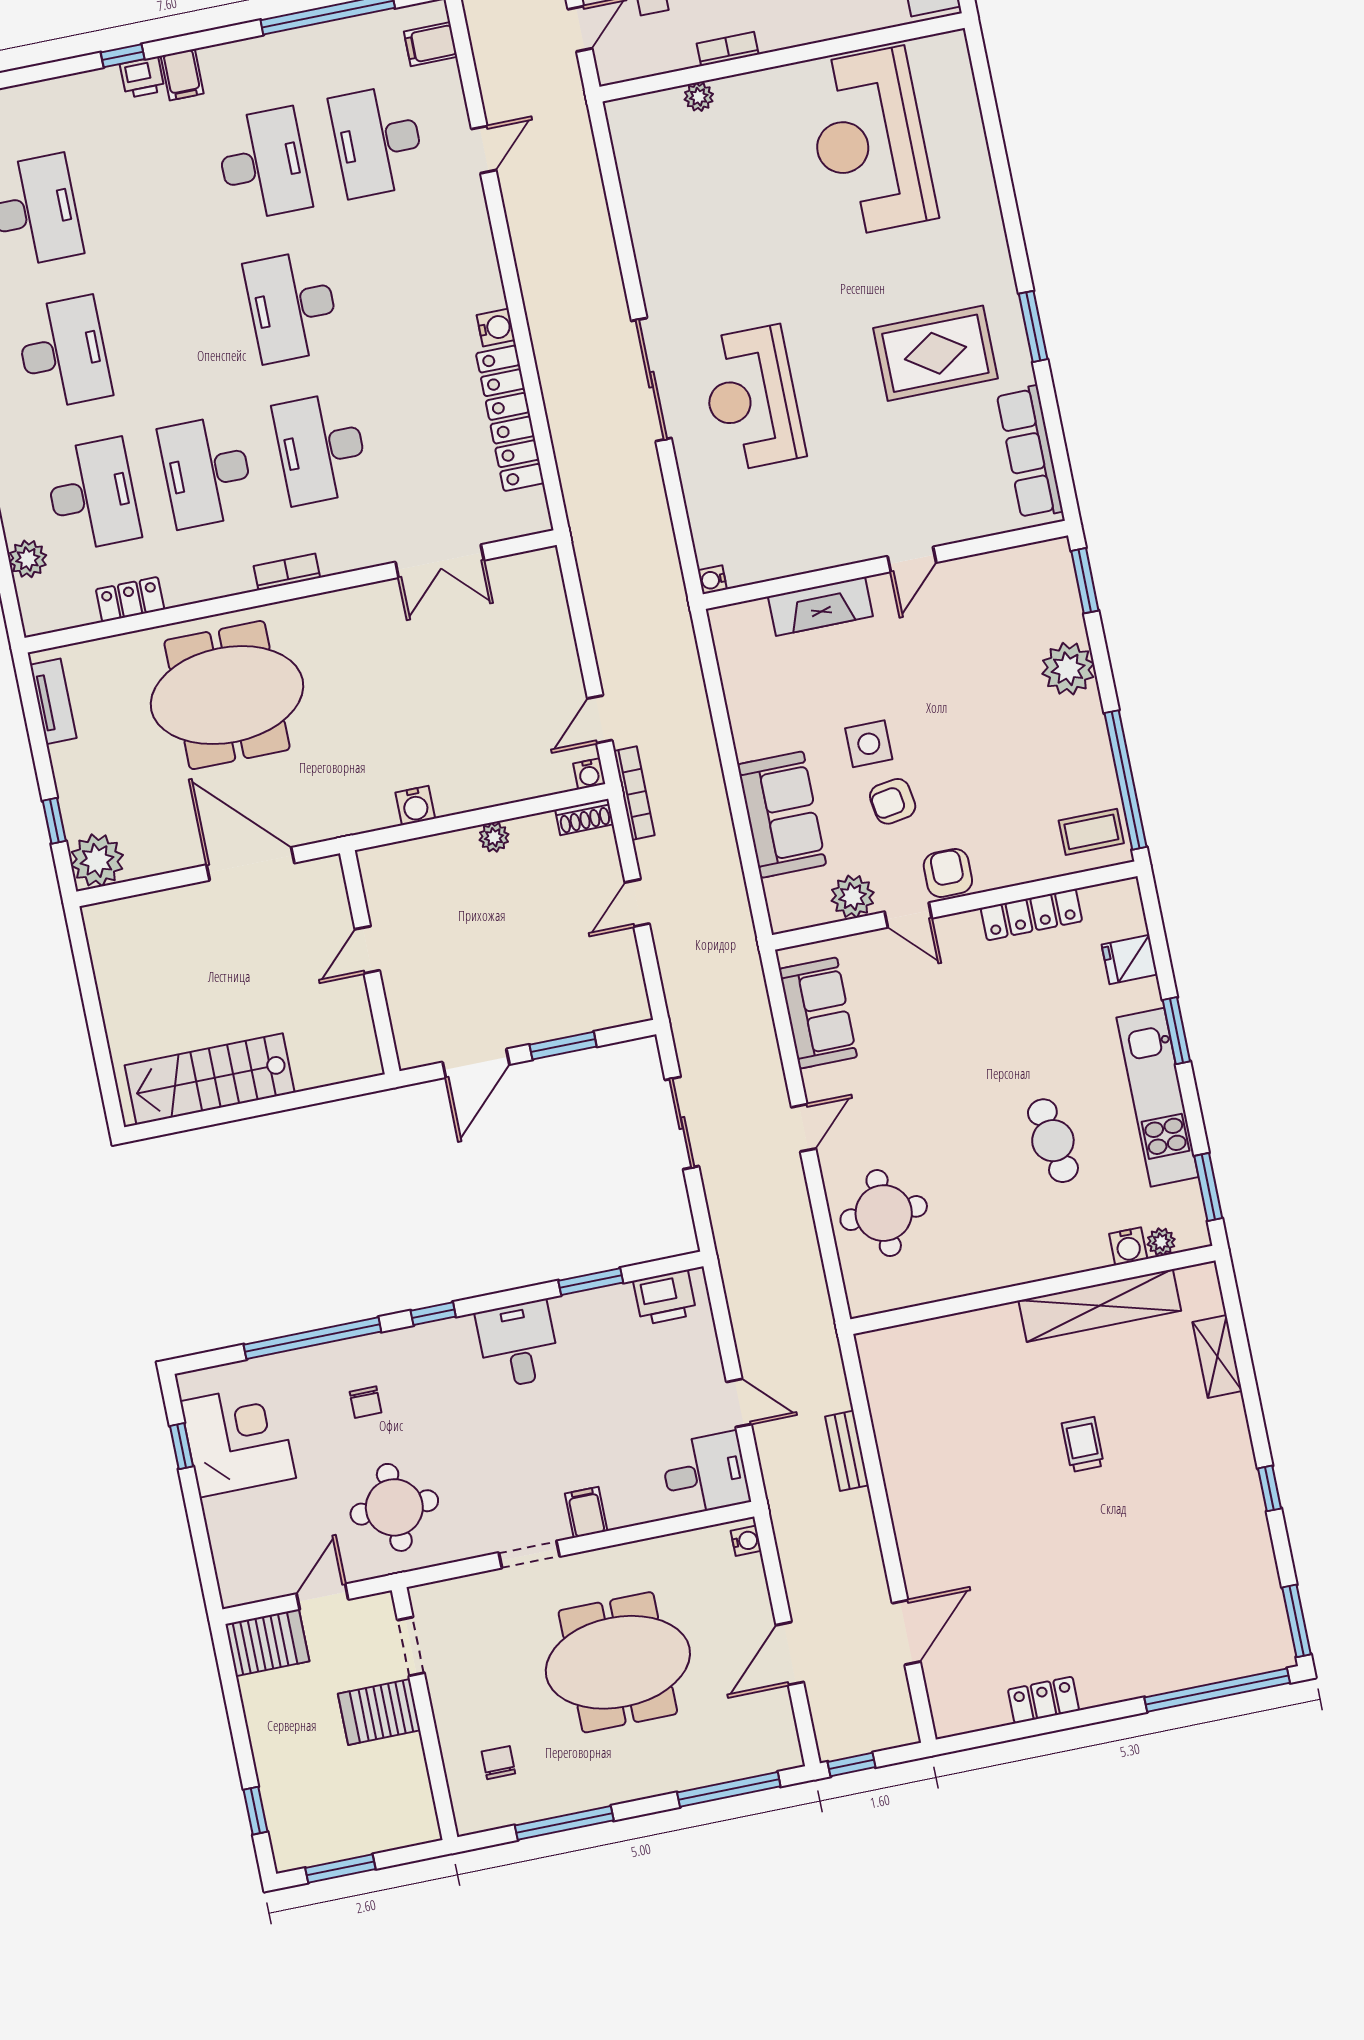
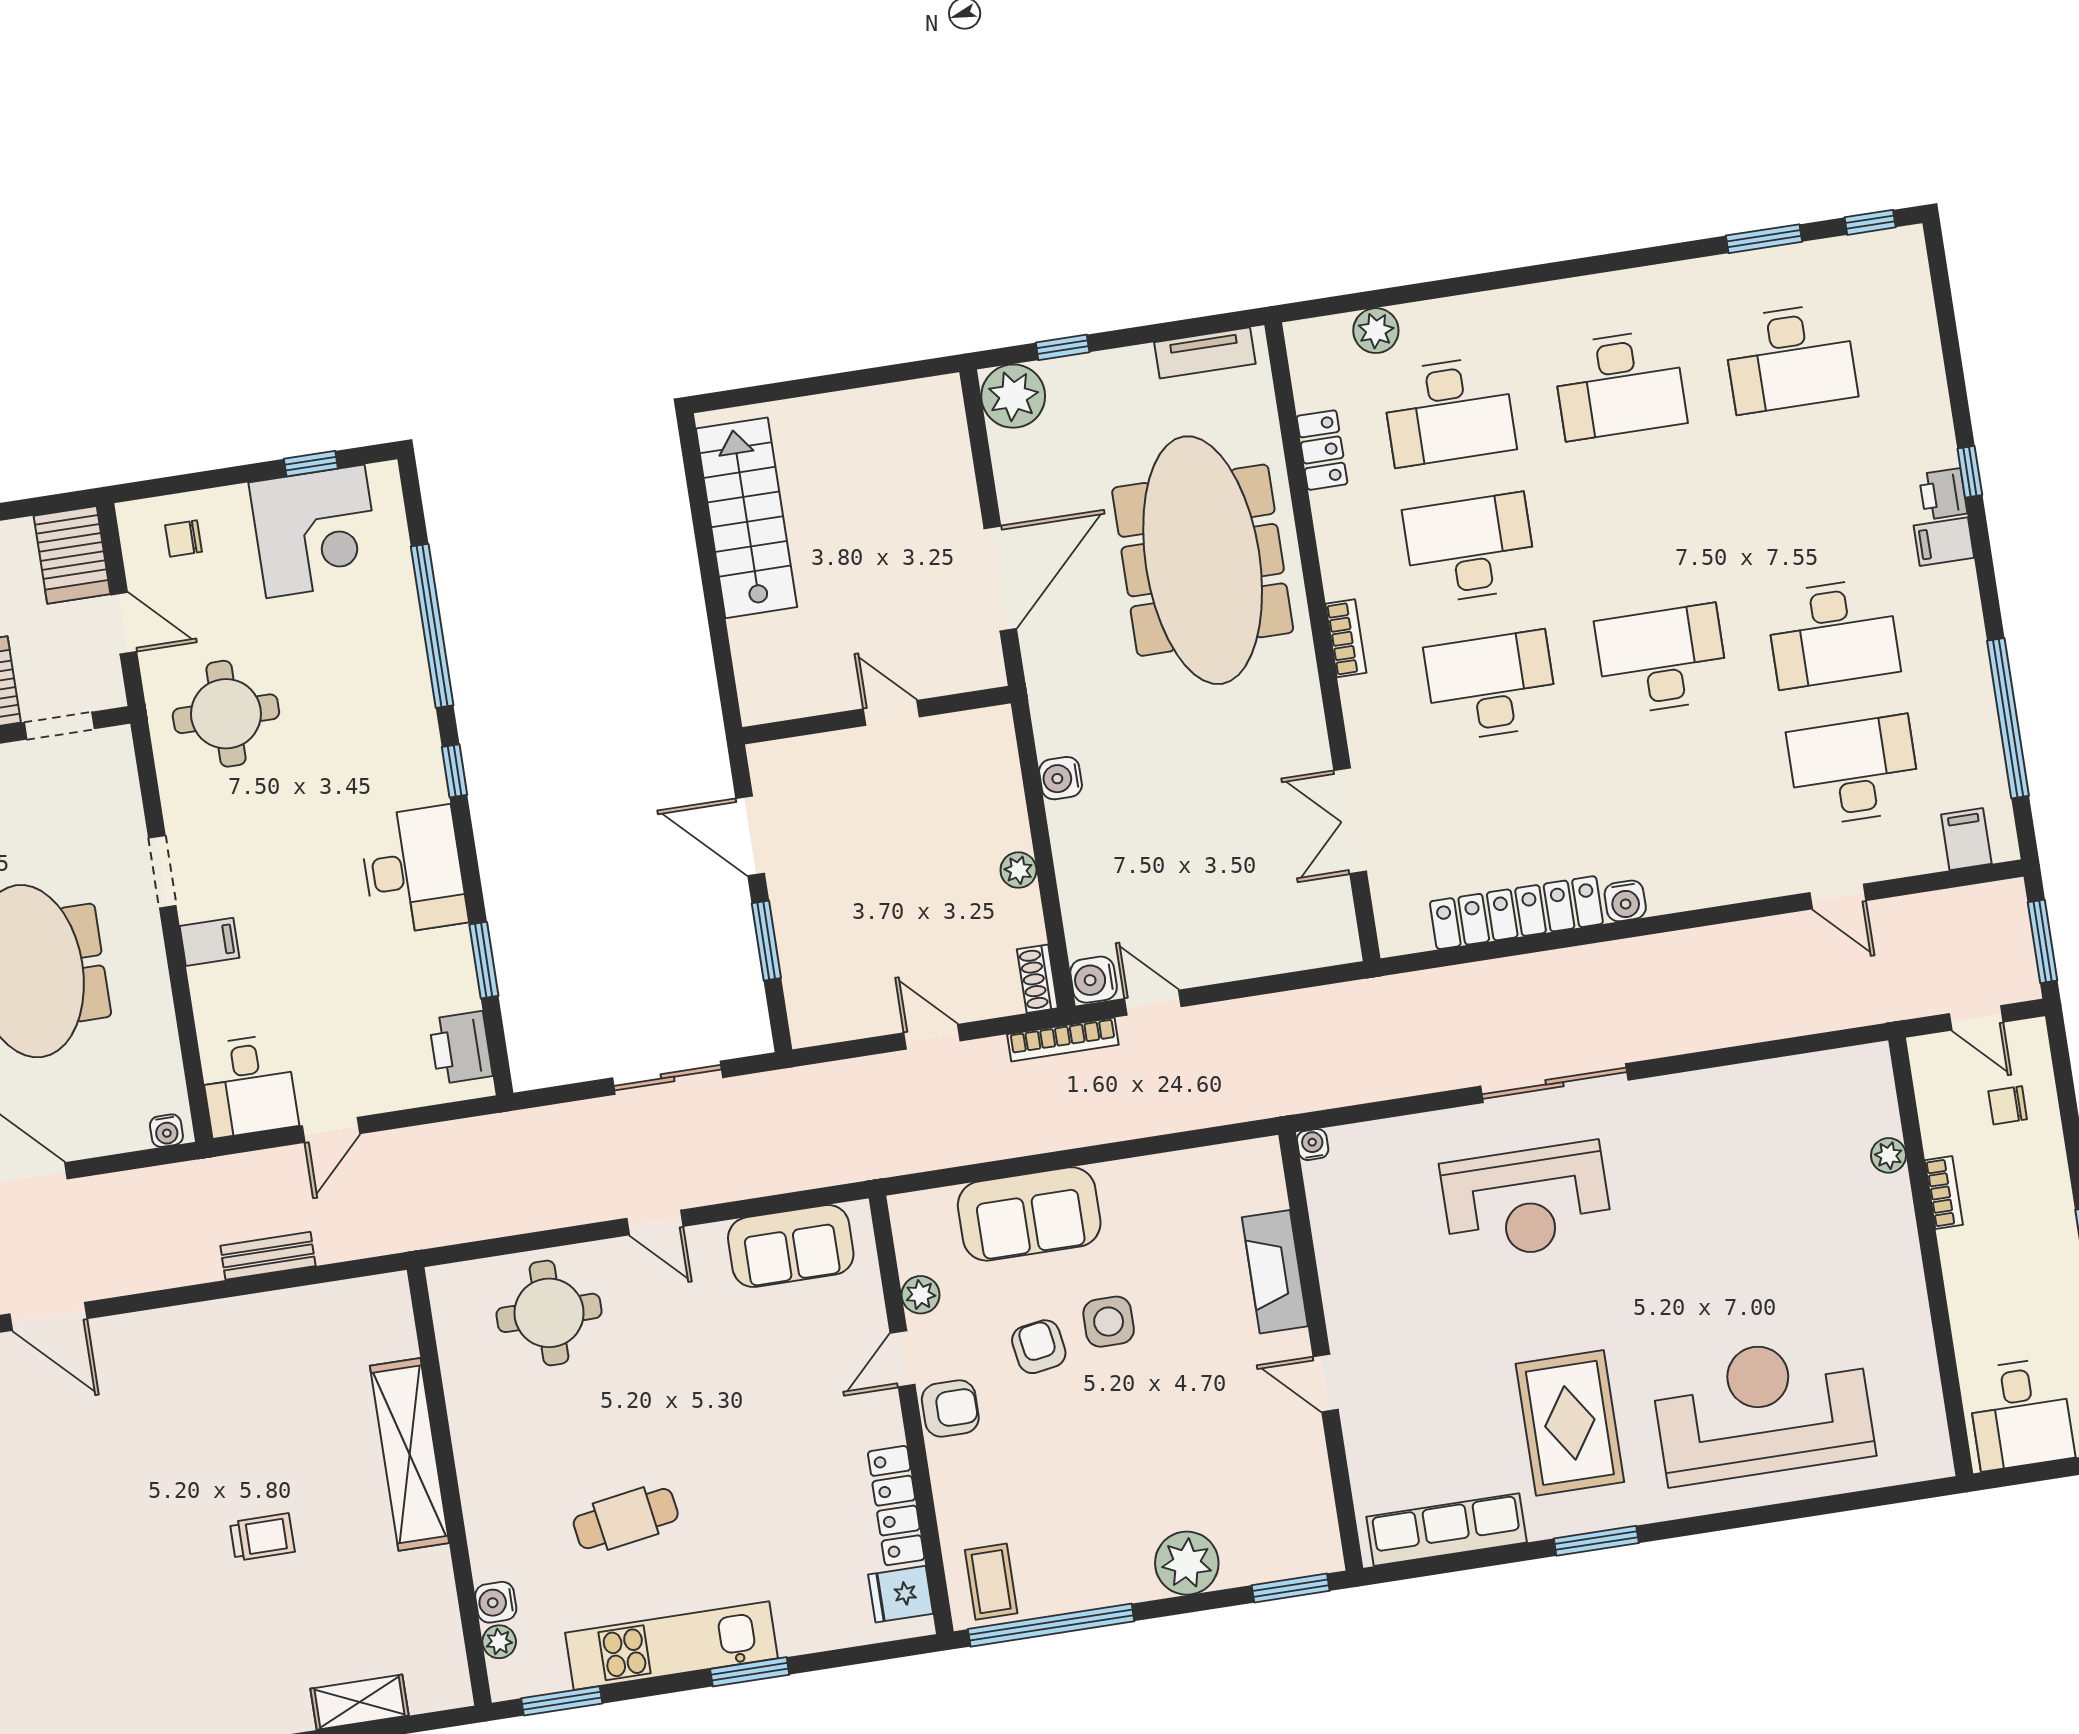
reception desk: (870, 142) -> (1763, 1409), moved
reception desk: (752, 398) -> (1526, 1202), turned 180
meeting table: (227, 695) -> (1203, 560), width x1.36
water cooler: (589, 774) -> (1094, 980), width x1.38, depth x1.38
plant: (853, 897) -> (921, 1295), width x0.73, depth x0.73
fridge: (1130, 960) -> (901, 1594), moved, turned -90
shelving: (1100, 1306) -> (410, 1454), moved
desk: (518, 1344) -> (413, 870), width x1.37
chair: (366, 1402) -> (184, 539), moved

